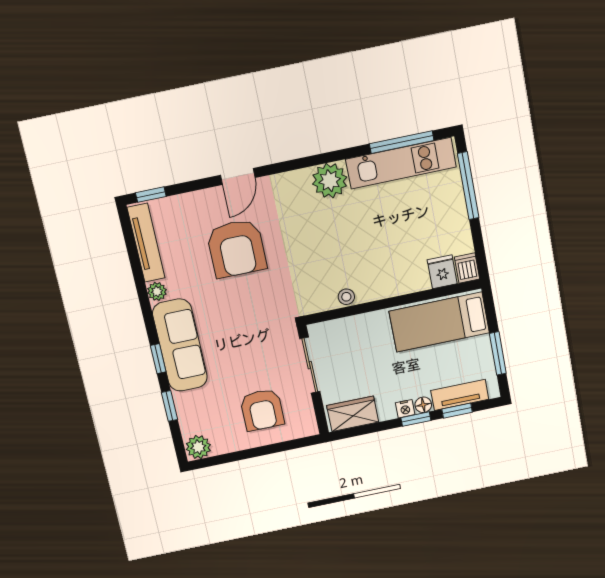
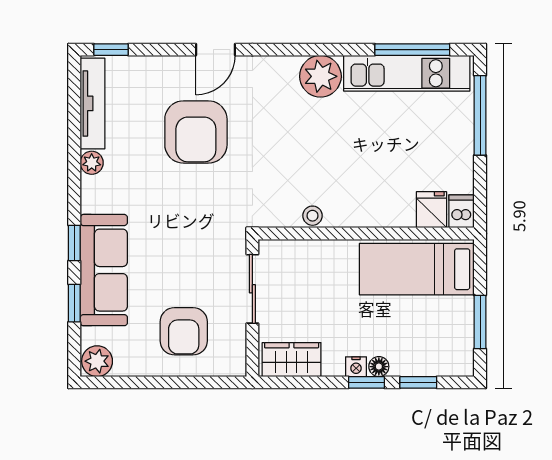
sofa: (180, 345) -> (104, 270), moved
tv unit: (460, 395) -> (425, 364), removed

